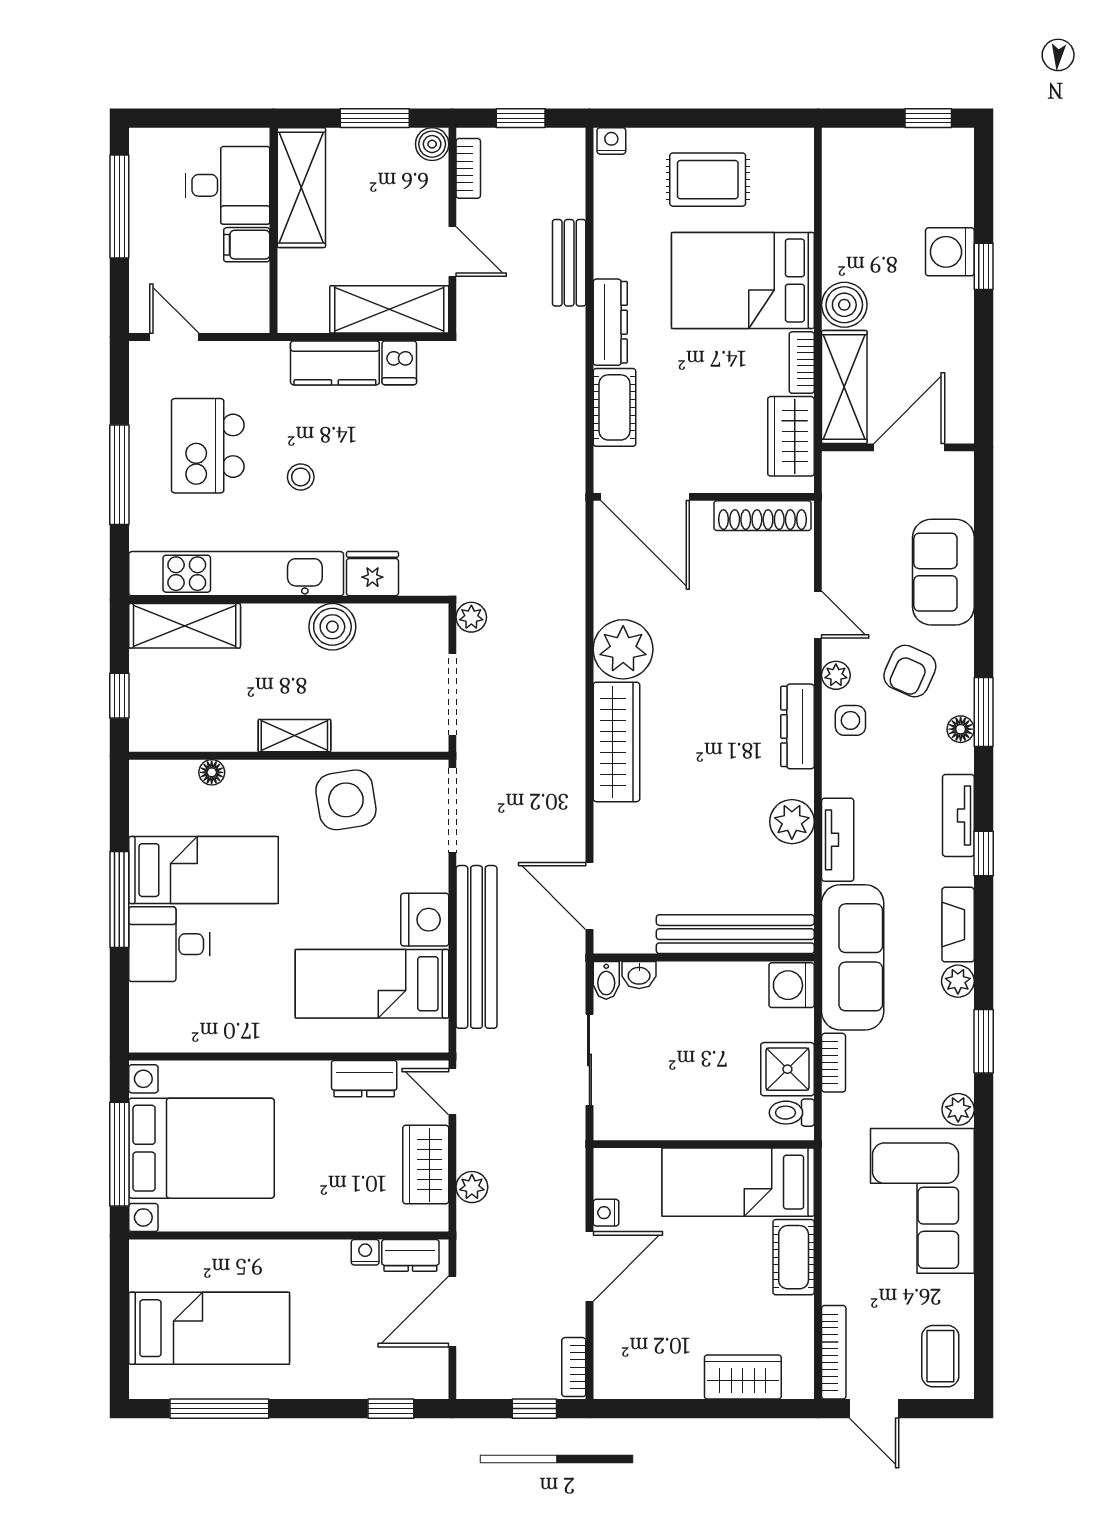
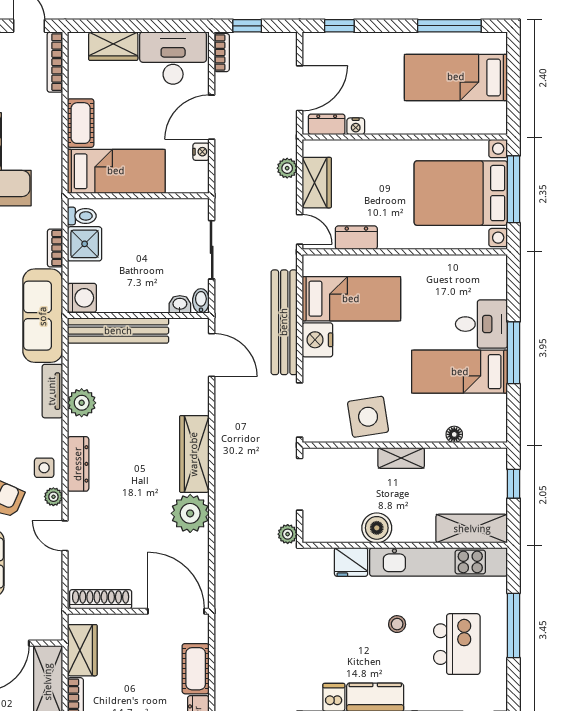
desk: (650, 1358) -> (173, 58), added

